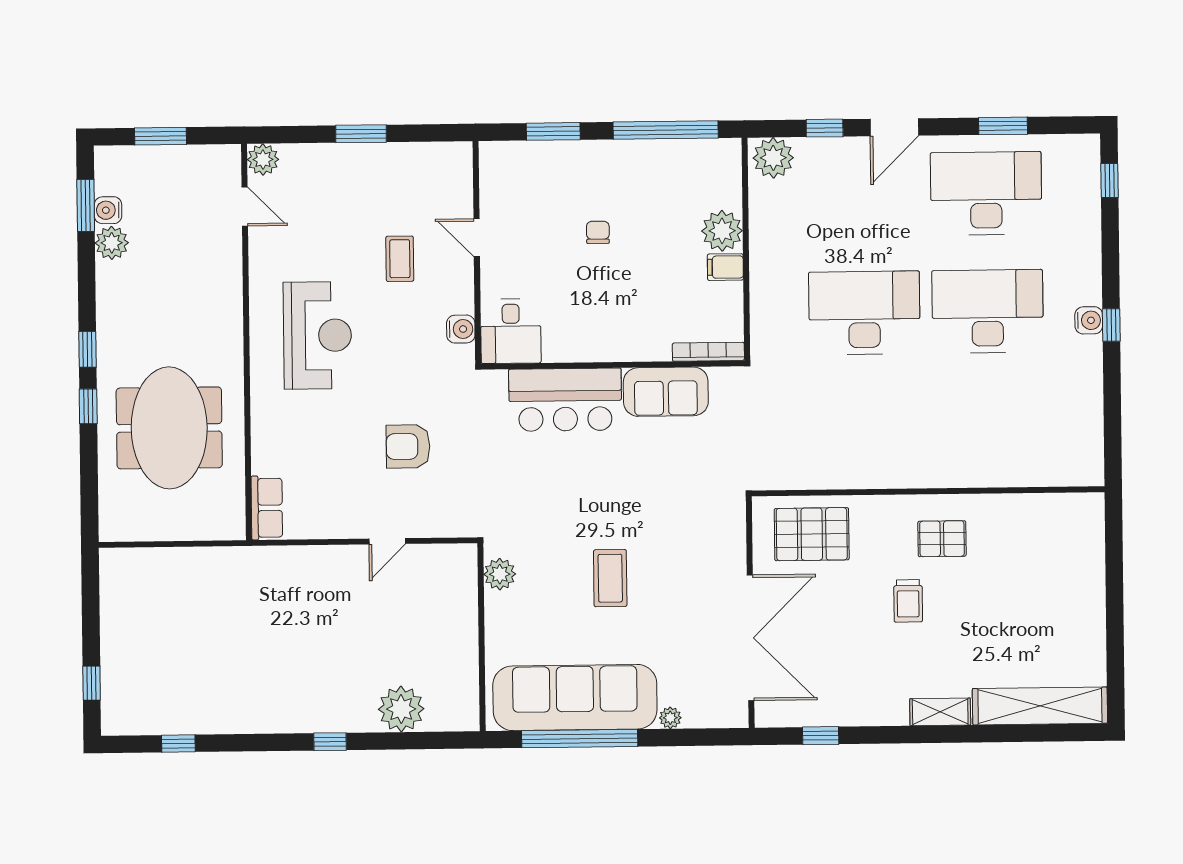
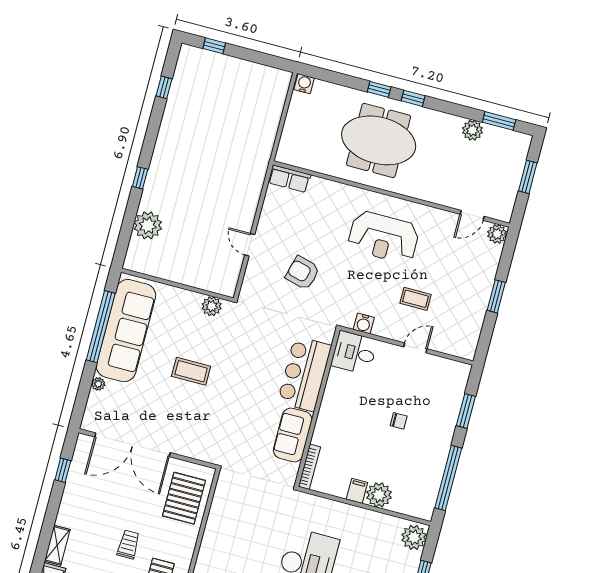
water cooler: (108, 210) -> (304, 84), moved
meeting table: (169, 428) -> (379, 140), moved
armchair: (408, 446) -> (303, 273), turned -75
trolley: (908, 601) -> (128, 544), turned 90

